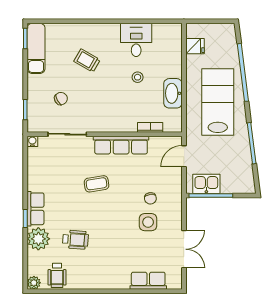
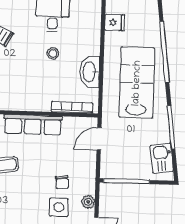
bookcase: (150, 127) -> (72, 107), width x1.56
kitchen sink: (206, 184) -> (162, 158), moved, turned -97
plant: (176, 216) -> (88, 202), added

